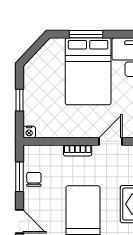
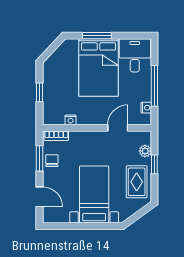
nightstand: (29, 132) -> (71, 120), moved
bookcase: (78, 150) -> (56, 136), moved

